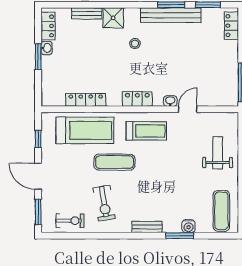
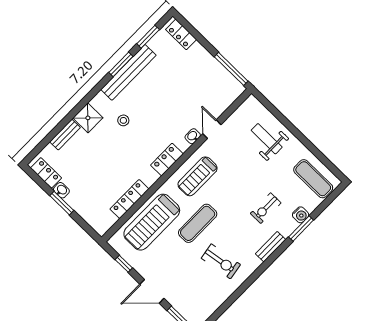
treadmill: (85, 130) -> (152, 222), turned 180
treadmill: (146, 131) -> (198, 176), turned 180
exercise bike: (70, 221) -> (266, 208), moved, turned 180

